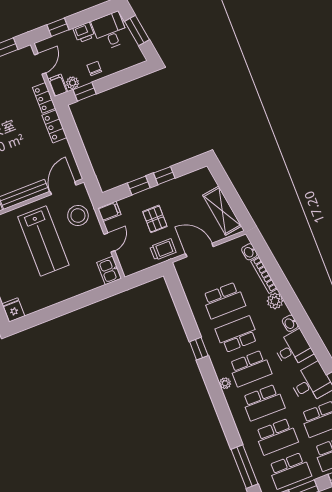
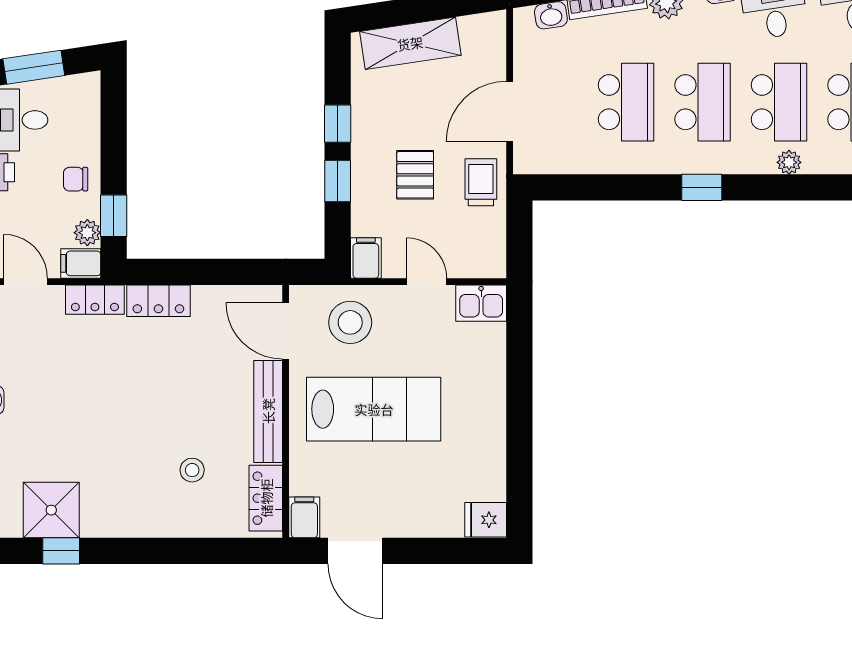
shelving: (222, 211) -> (410, 43), moved
pallet: (155, 219) -> (415, 175), turned 90
school desk: (237, 334) -> (703, 102), turned 180

